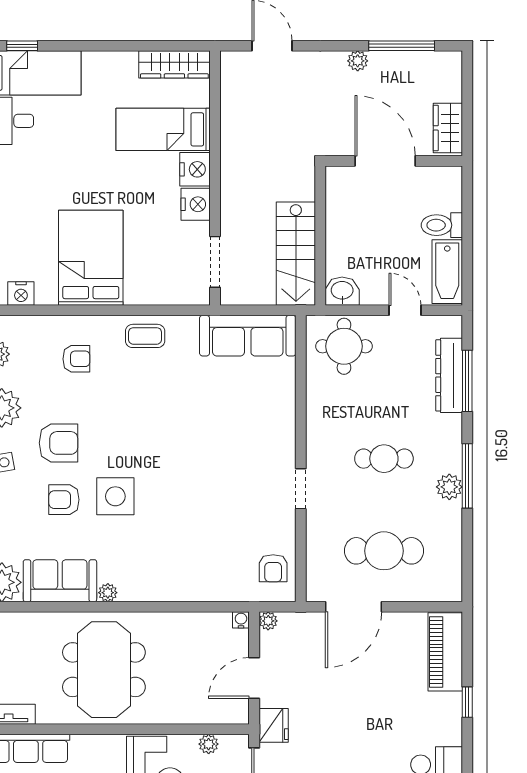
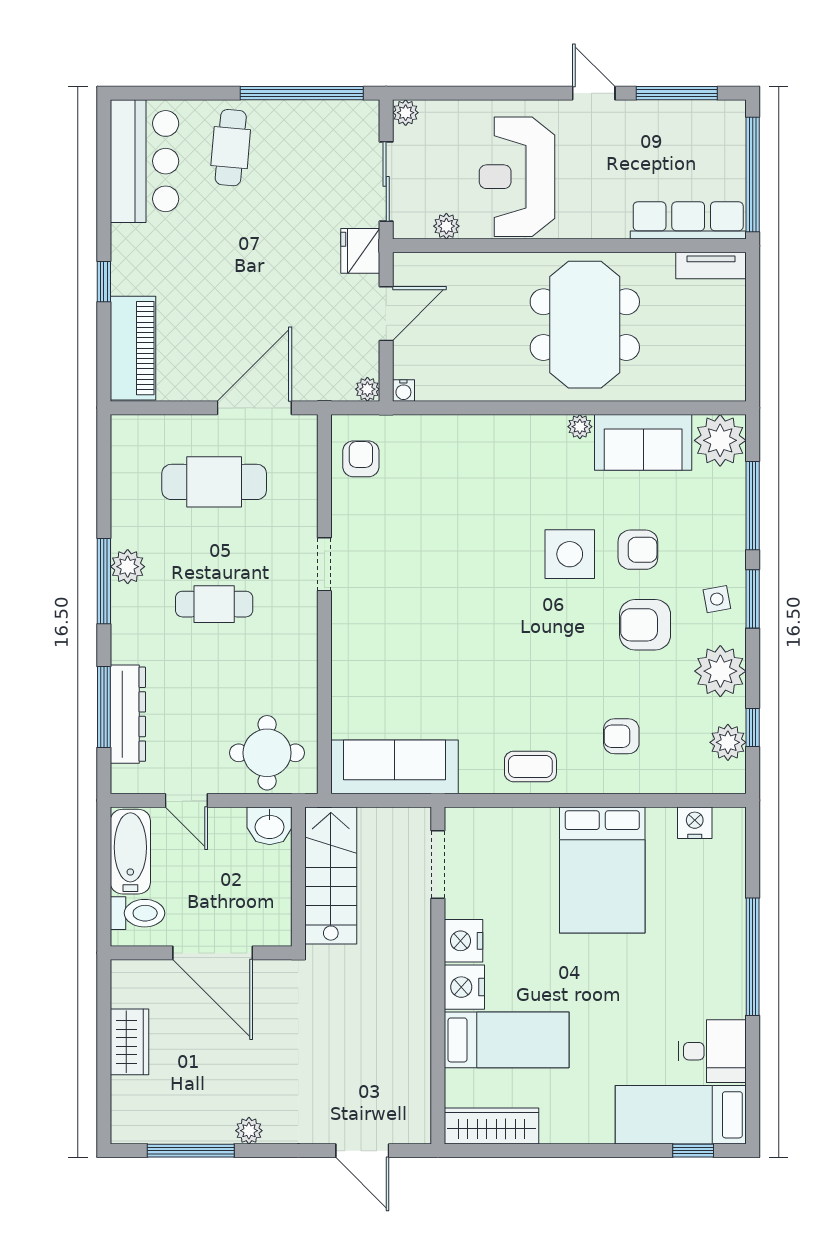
door: (385, 161) -> (213, 953), moved
wall: (394, 161) -> (201, 953), moved

